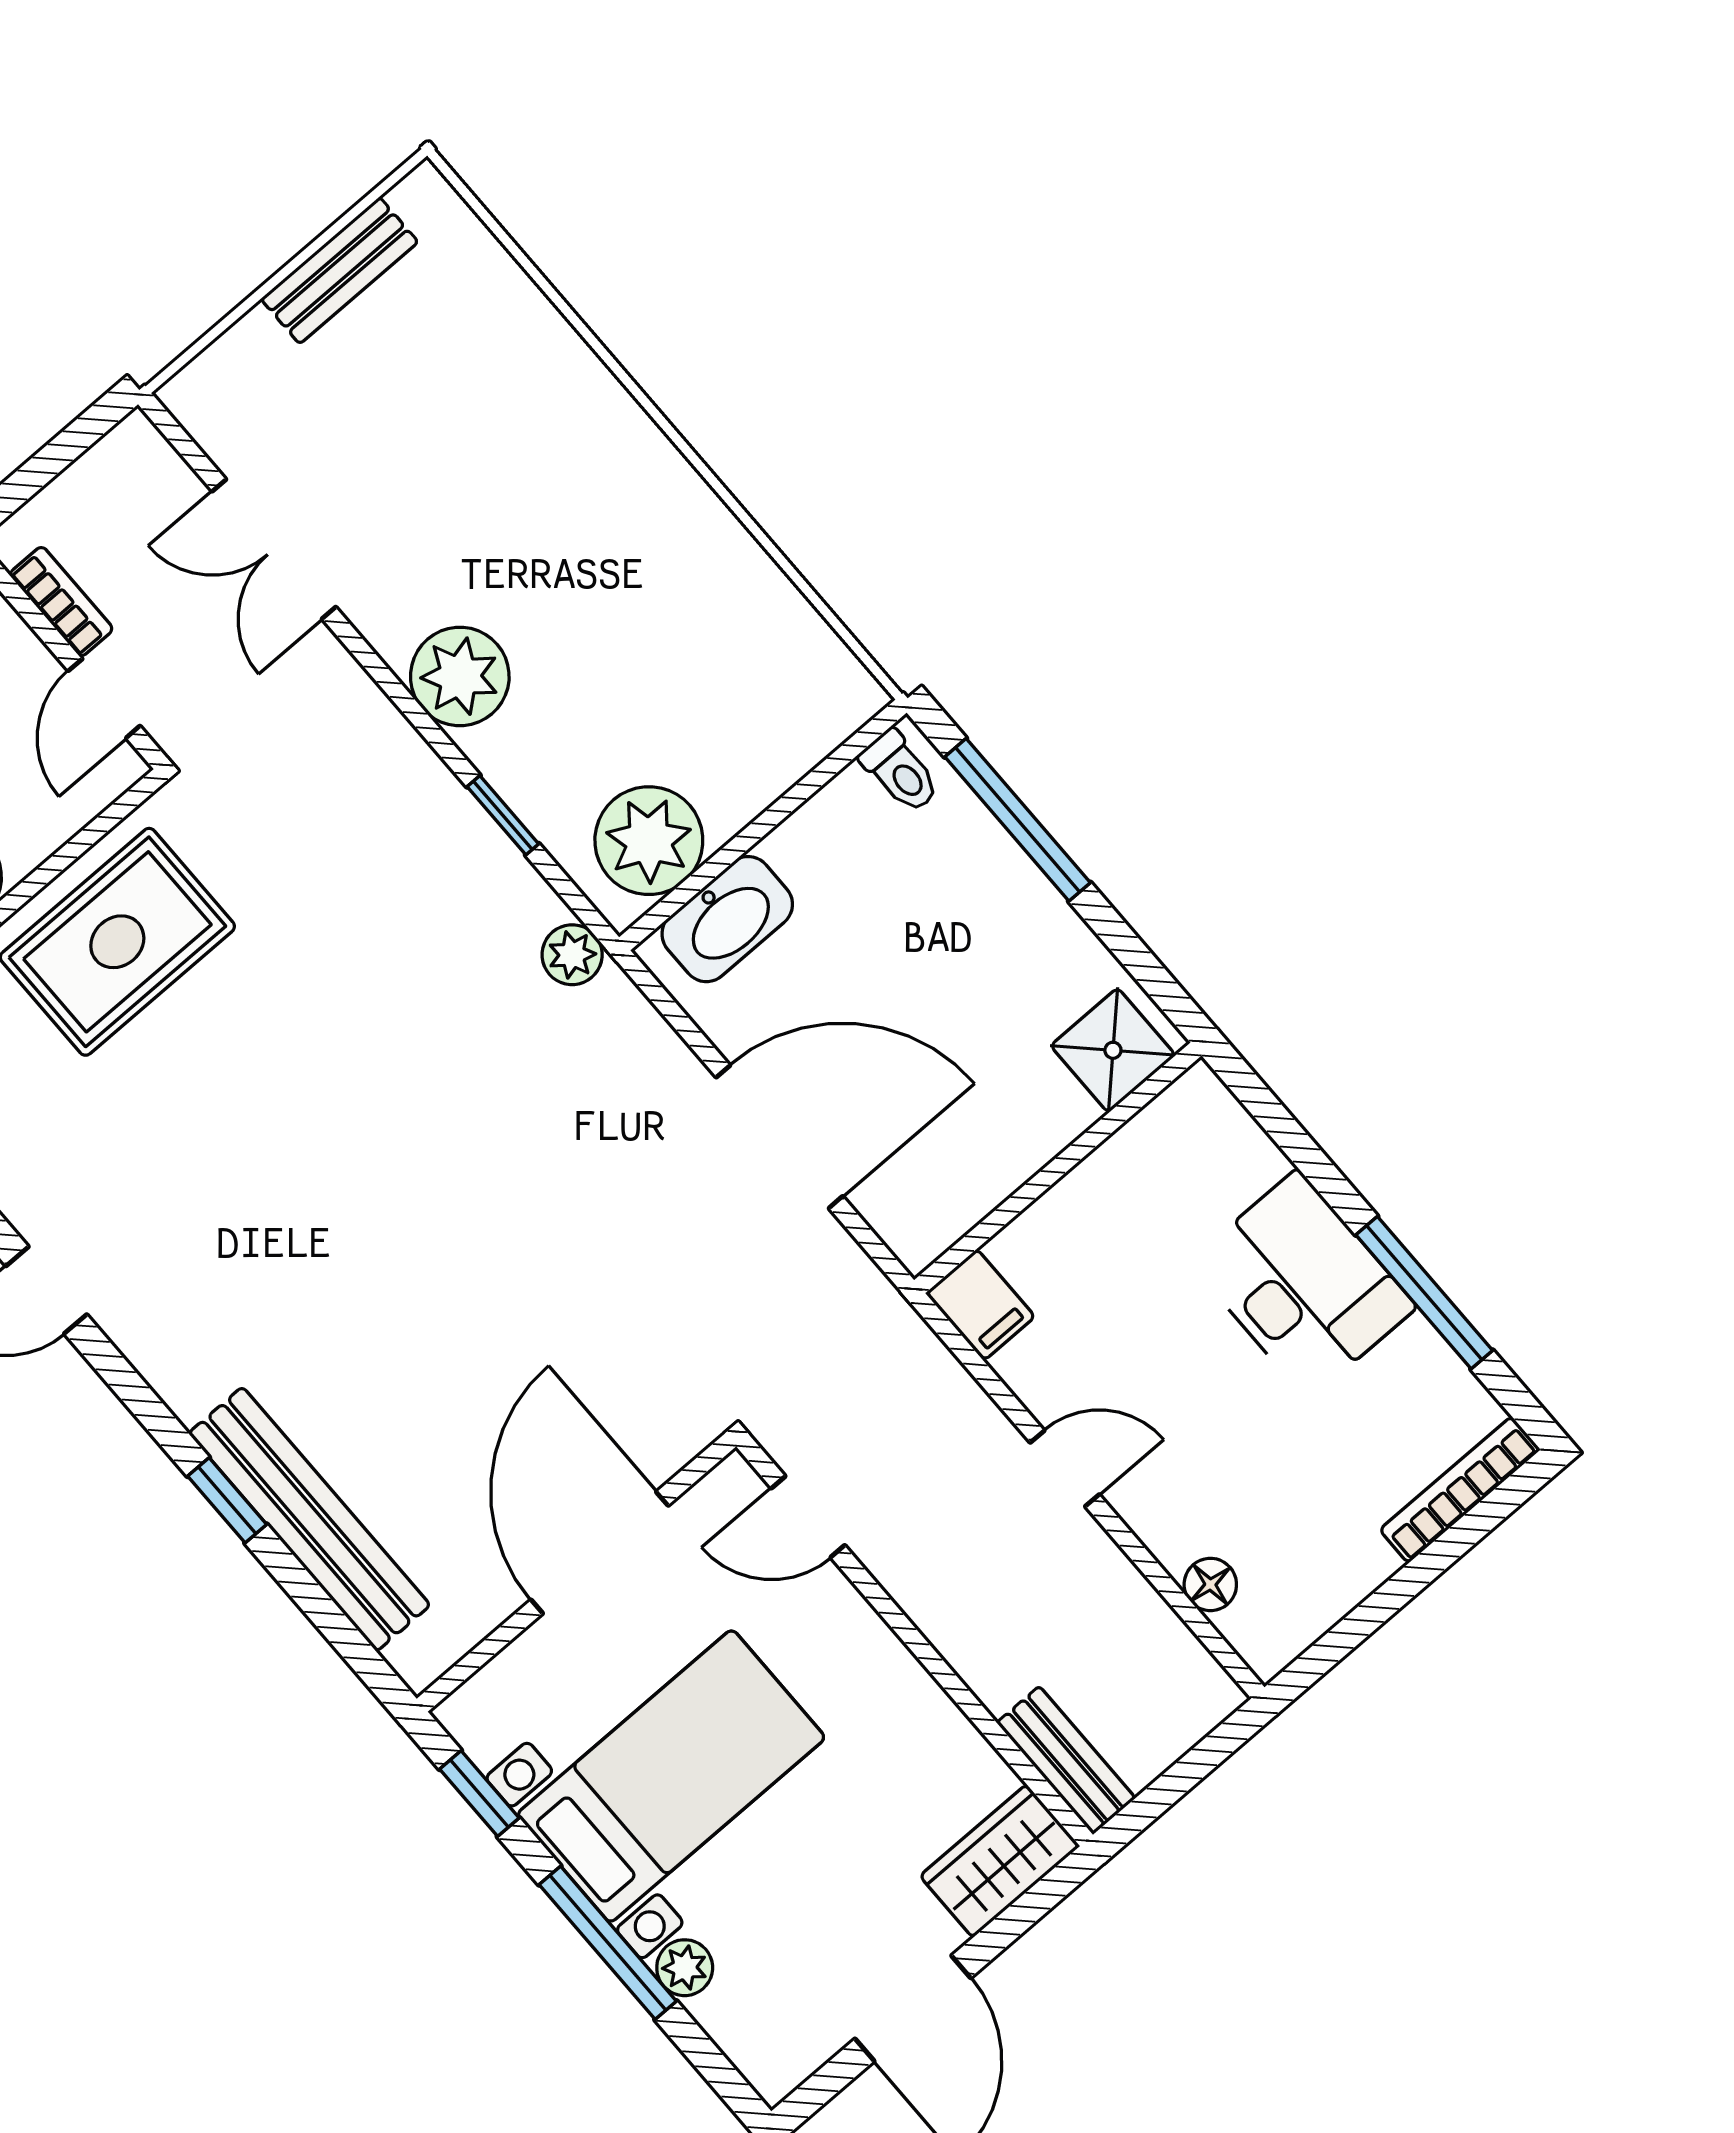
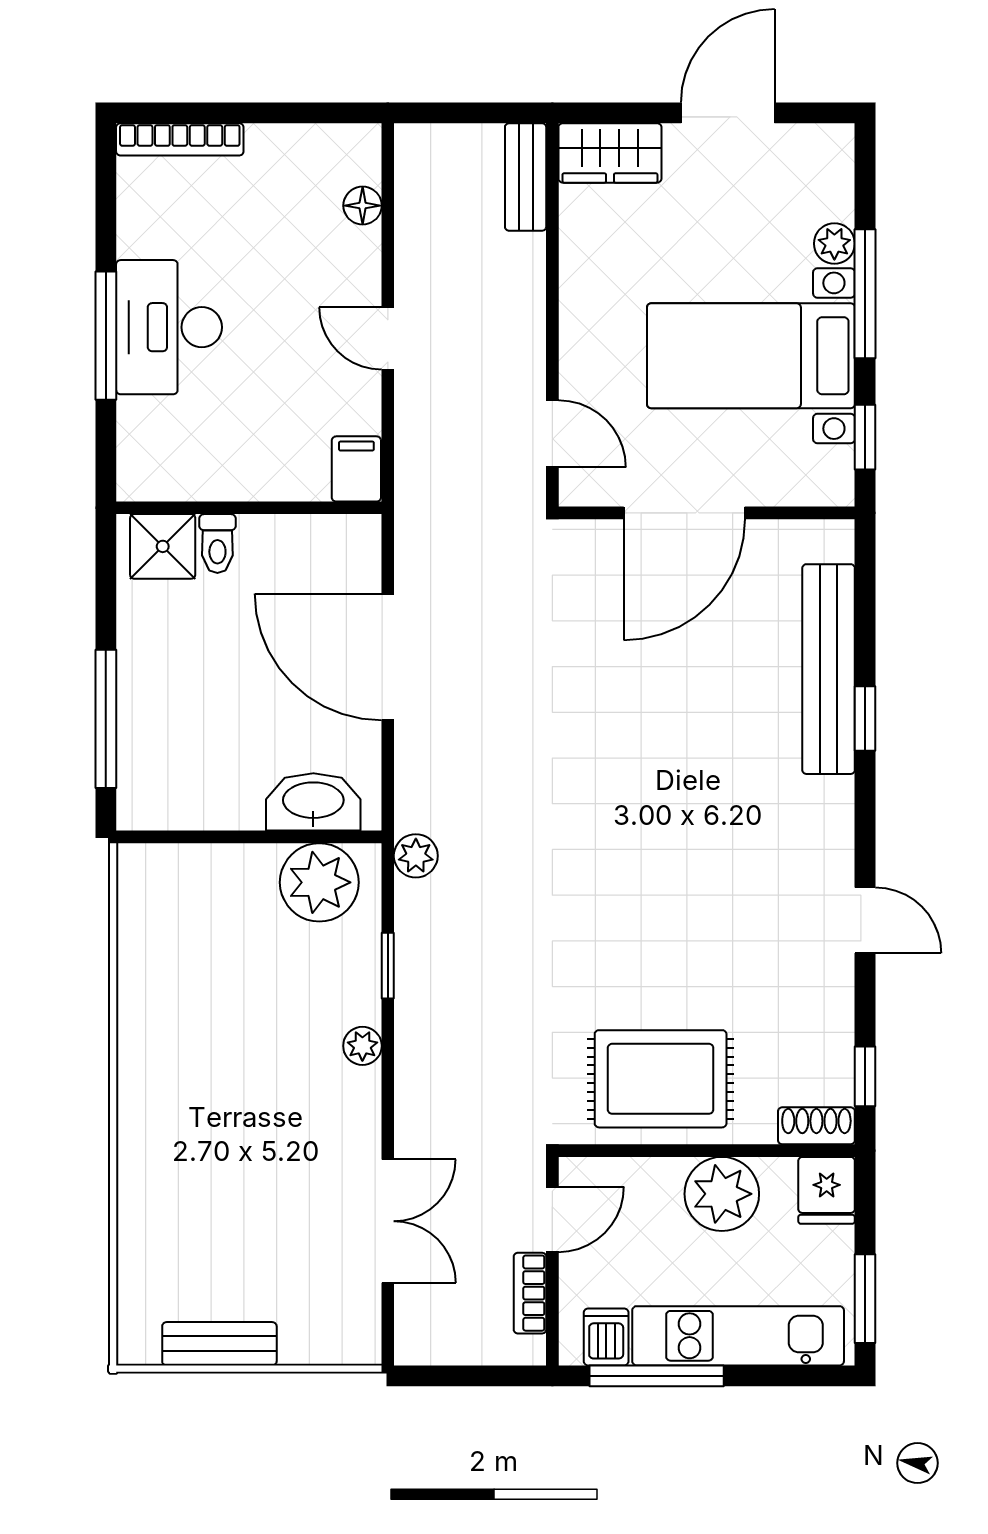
plant: (460, 676) -> (362, 1046), width x0.53, depth x0.53
toilet: (900, 772) -> (217, 543), moved, turned 180
window: (1424, 1293) -> (106, 336), moved

